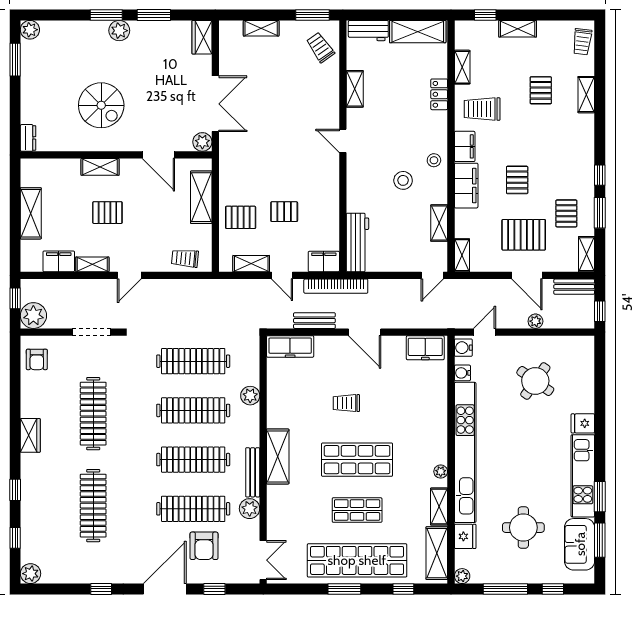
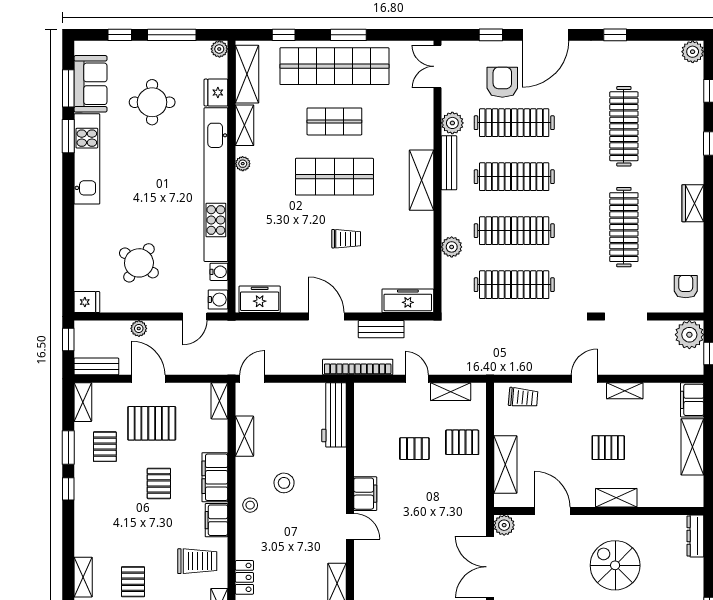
dresser: (28, 138) -> (695, 536), width x1.44
filing cabinet: (59, 261) -> (692, 400), moved, turned 90
filing cabinet: (324, 261) -> (365, 494), moved, turned -90
fridge: (583, 423) -> (87, 302), moved

